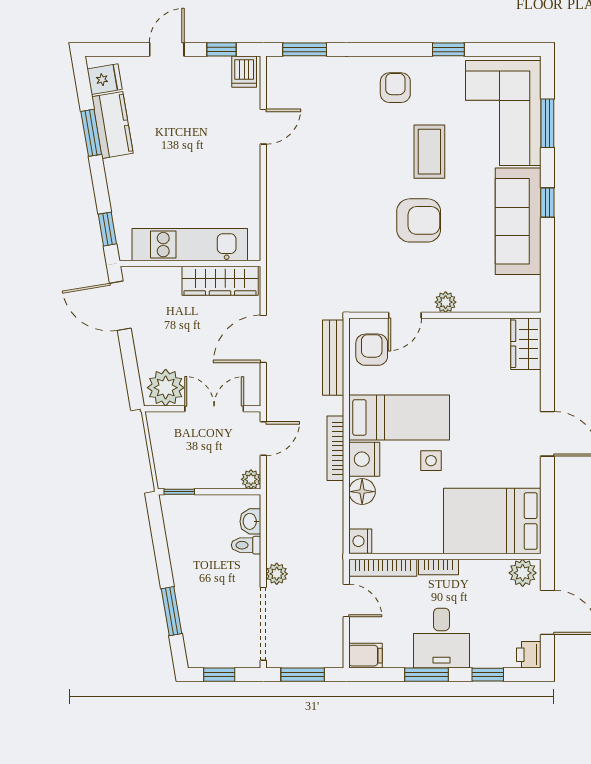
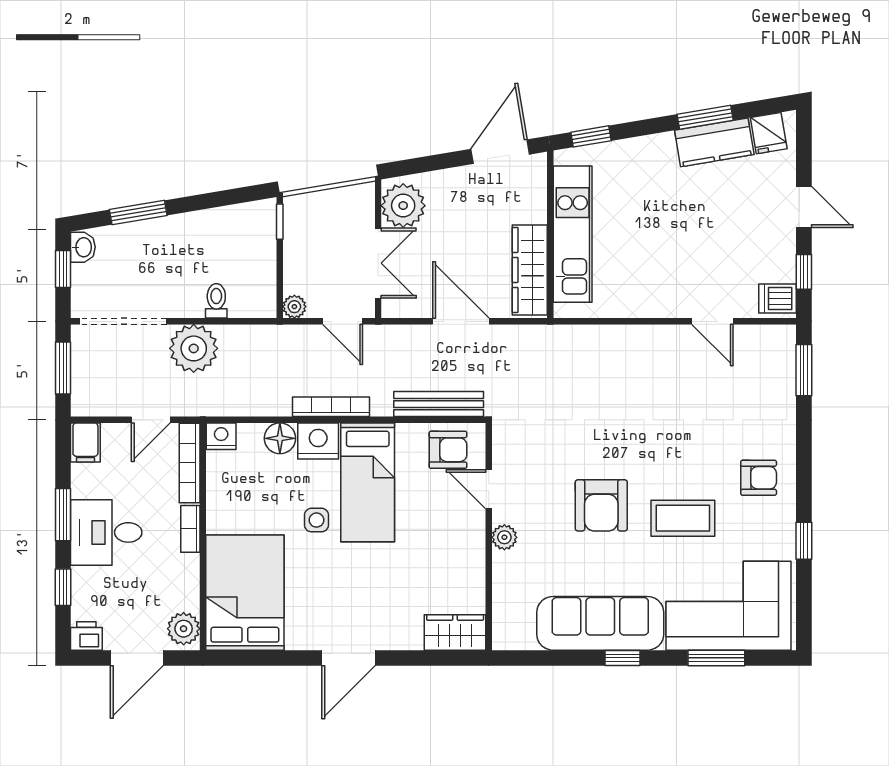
washbasin: (250, 521) -> (83, 247), moved, turned 90
plant: (277, 574) -> (194, 348), width x1.87, depth x1.87

